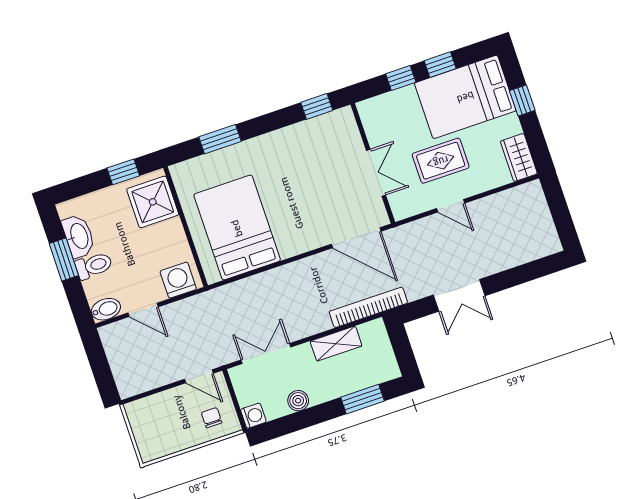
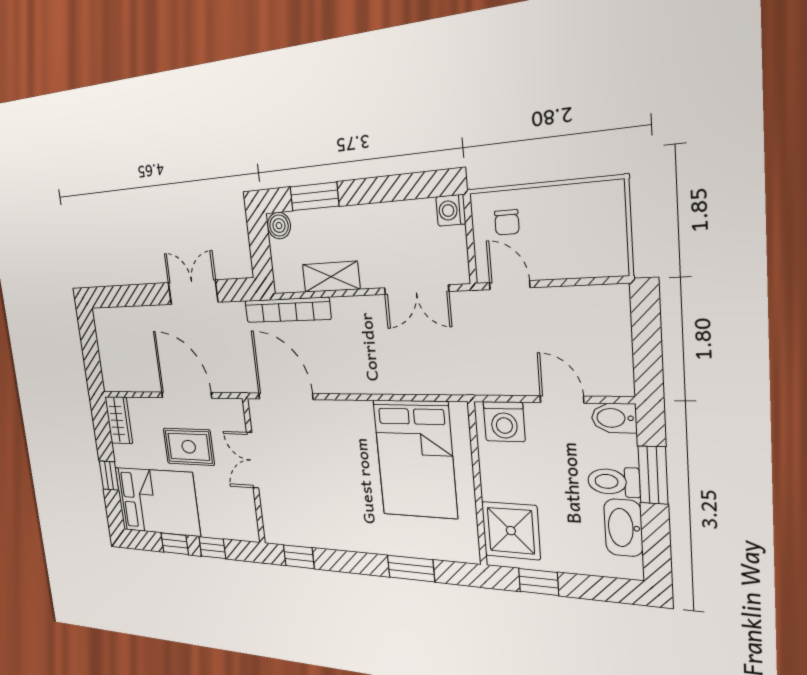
door: (451, 206) -> (186, 395), width x1.88
window: (64, 260) -> (653, 475), moved
boiler: (298, 401) -> (279, 226), moved

